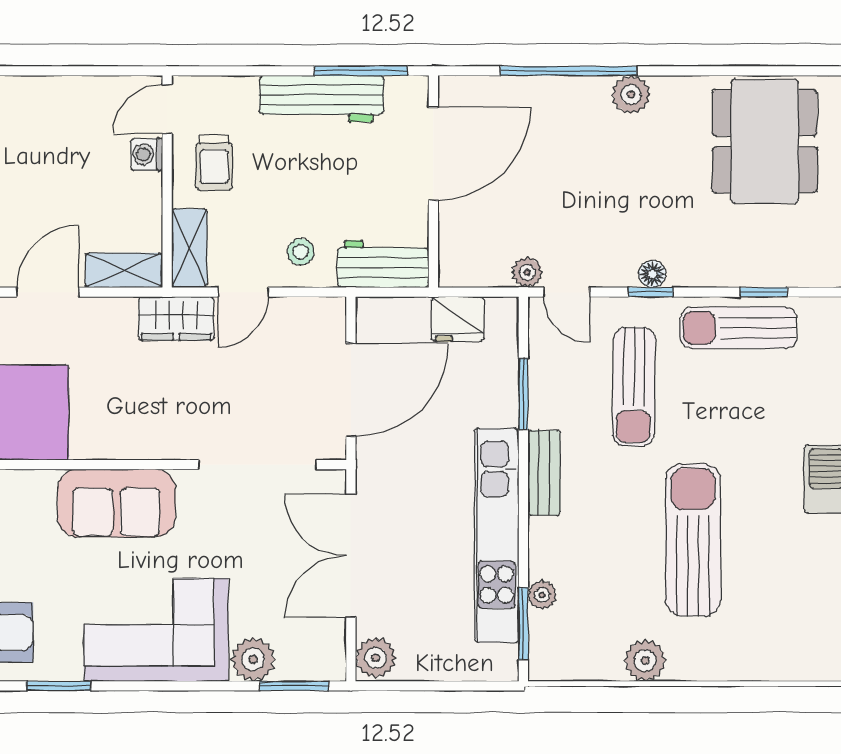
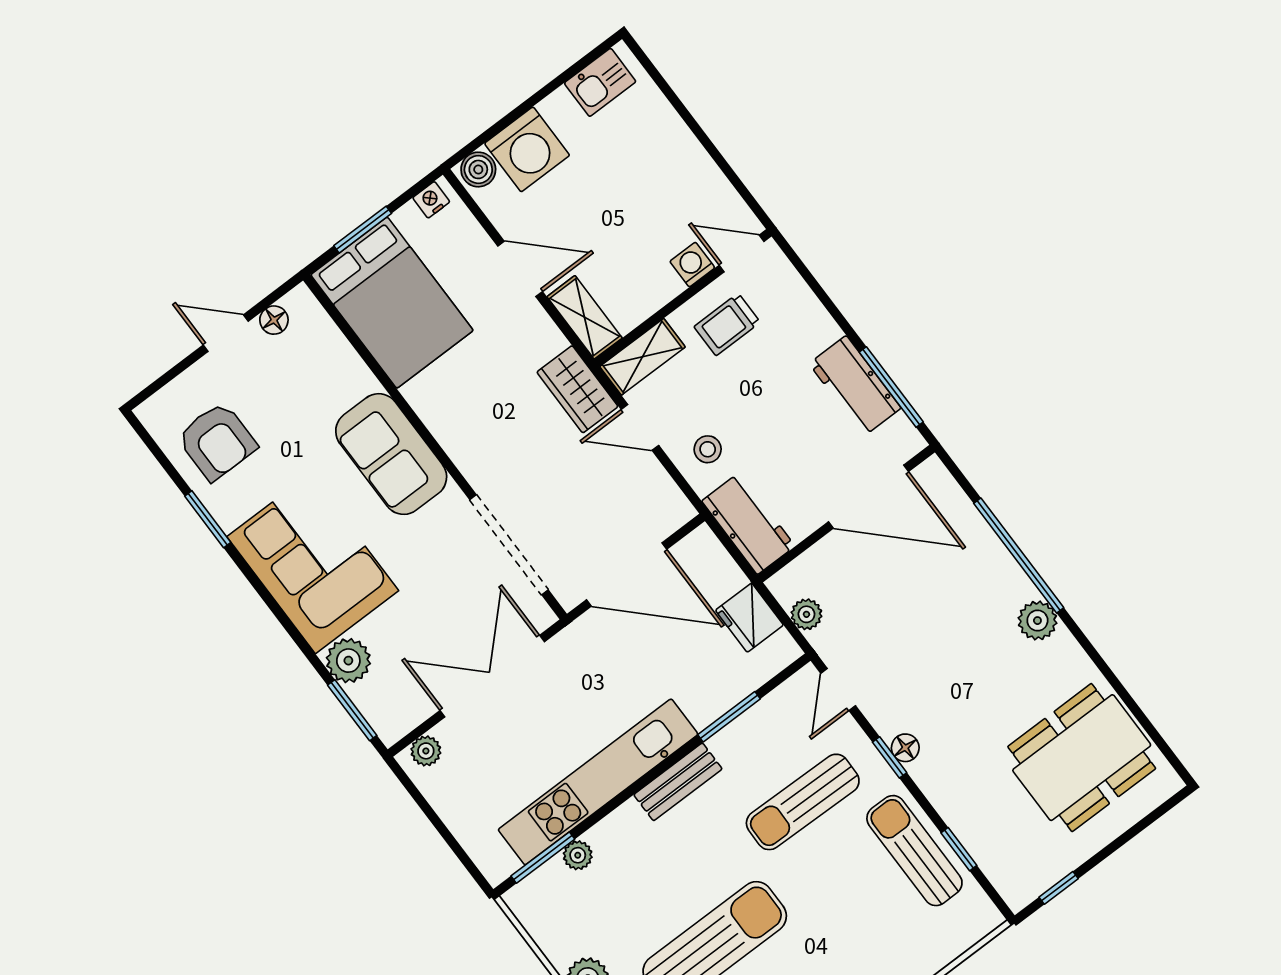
workbench: (321, 99) -> (855, 386), width x0.73
plant: (527, 272) -> (806, 614), moved
plant: (376, 658) -> (426, 751), width x0.73, depth x0.73

